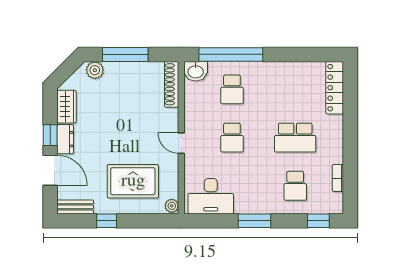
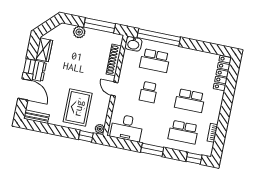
window: (125, 54) -> (100, 25), moved
plant: (95, 70) -> (79, 32), moved
shoe rack: (172, 84) -> (114, 60), moved
school desk: (232, 89) -> (155, 61), width x1.85
rug: (133, 181) -> (78, 108), turned 90
school desk: (295, 186) -> (183, 132), width x1.85
window: (107, 221) -> (86, 136), moved

